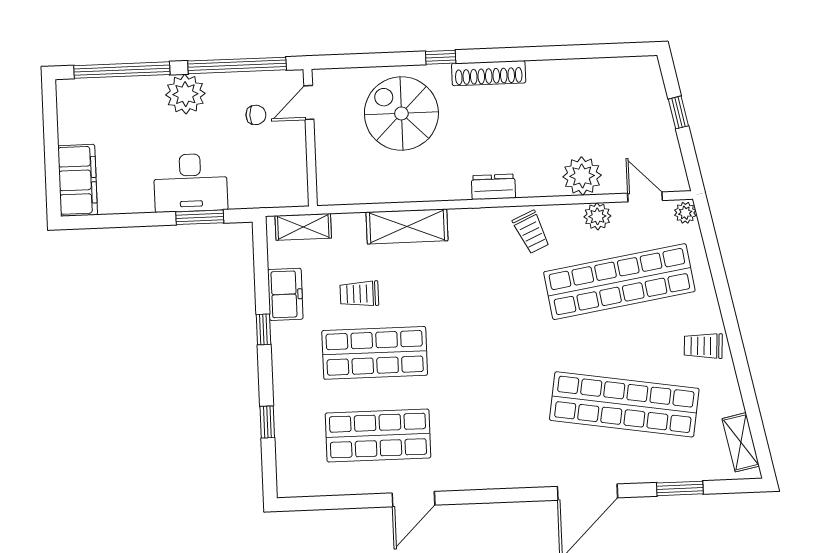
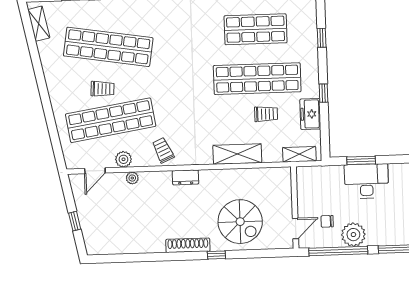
plant: (185, 94) -> (353, 235), moved
plant: (582, 176) -> (132, 178), width x0.53, depth x0.53
door: (645, 197) -> (95, 171), hinge flipped
plant: (685, 213) -> (71, 161), removed
trolley: (703, 346) -> (103, 89), moved
shop shelf: (375, 353) -> (257, 79), width x1.40

